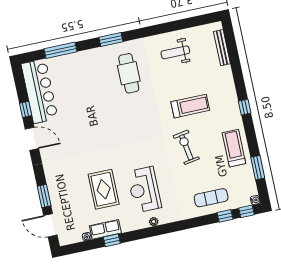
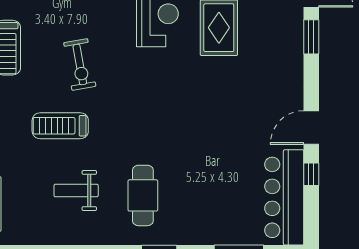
weight bench: (175, 52) -> (76, 191), moved, turned 180
door: (32, 139) -> (311, 128), hinge flipped

